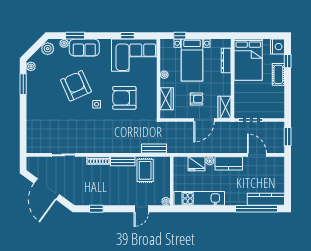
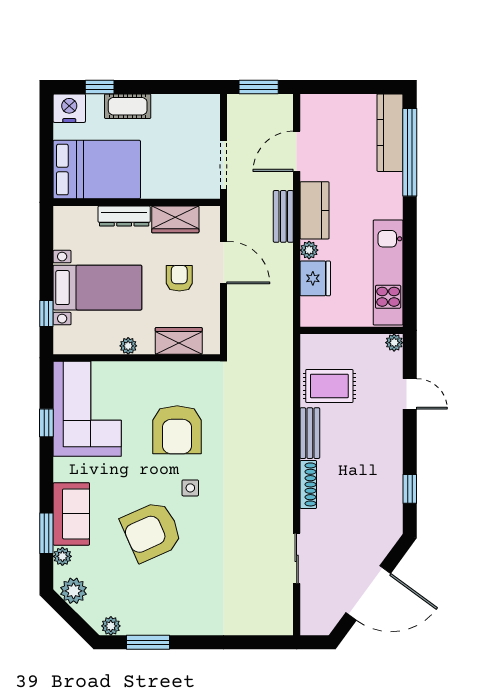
dresser: (226, 60) -> (124, 216), moved
wardrobe: (224, 107) -> (175, 219), moved
bench: (154, 149) -> (283, 216), moved

